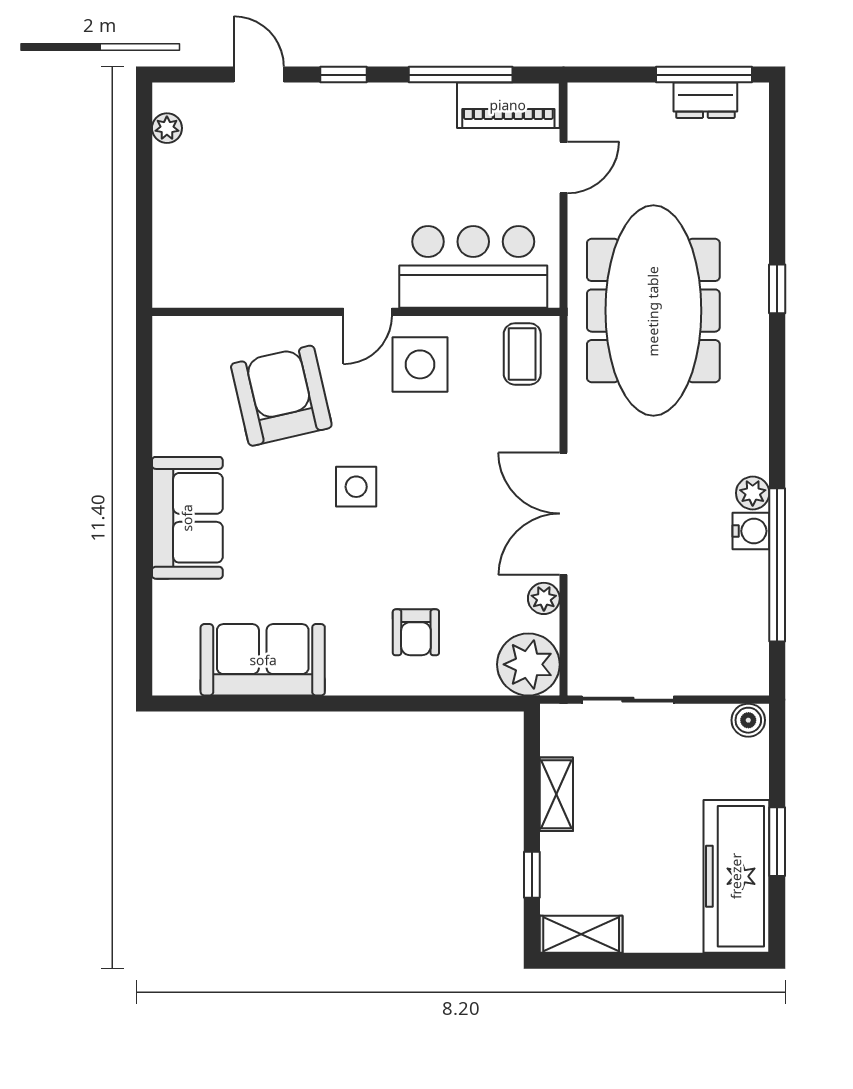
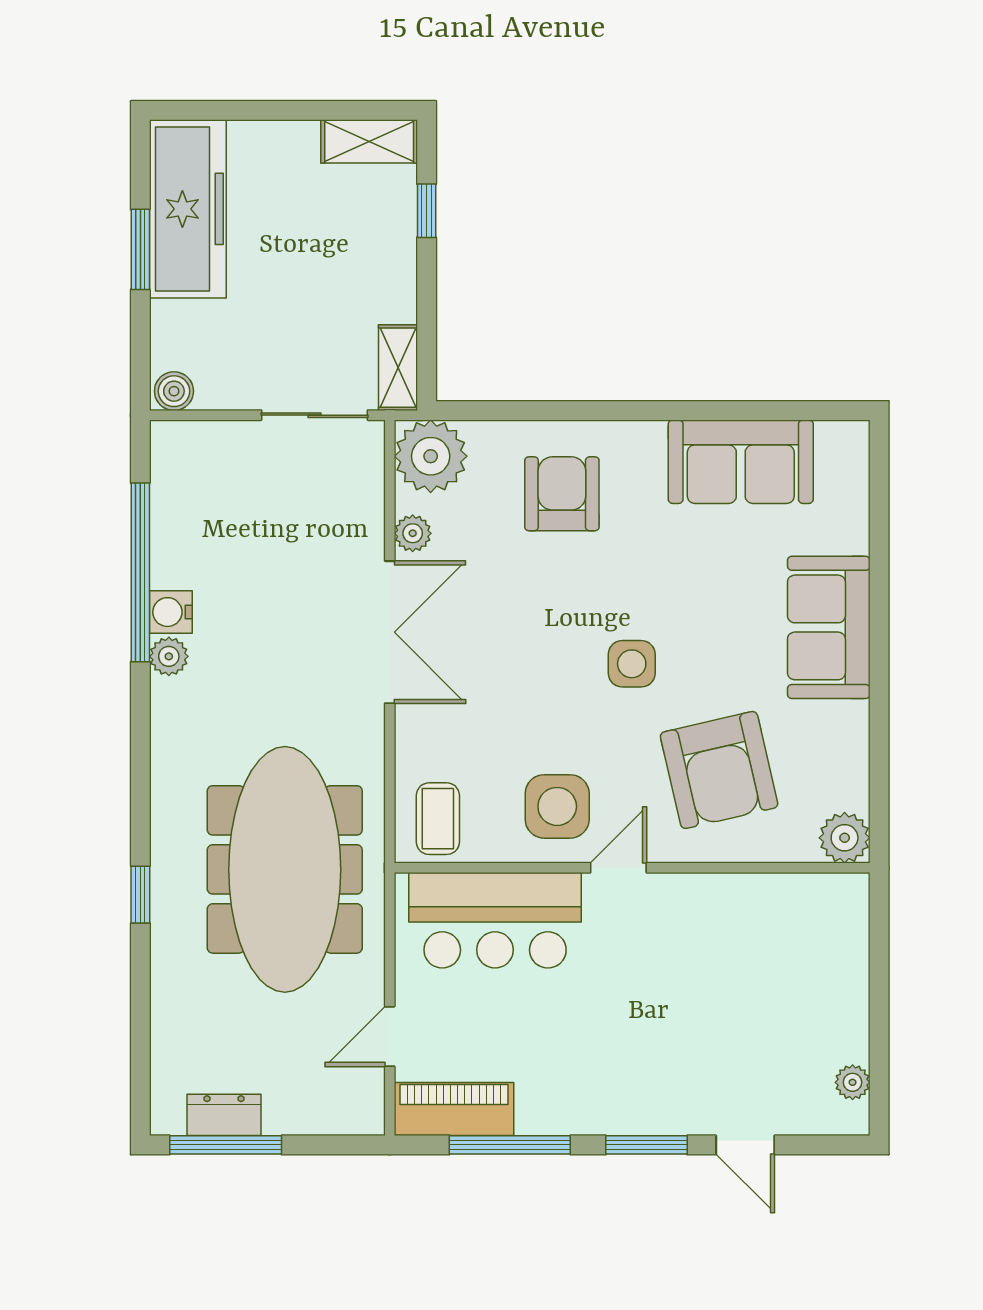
window: (344, 75) -> (646, 1145), width x1.50
plant: (174, 338) -> (845, 838), added
armchair: (416, 632) -> (562, 494), width x1.38, depth x1.38
shelving: (556, 794) -> (398, 368), moved

